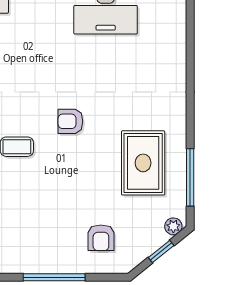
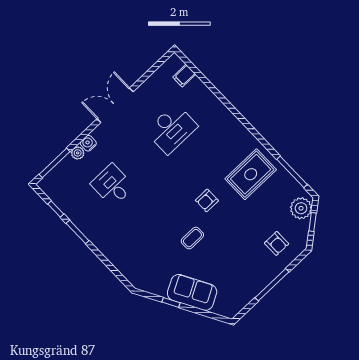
rug: (143, 163) -> (251, 174), moved, turned 90
plant: (173, 226) -> (301, 208), width x1.88, depth x1.88

